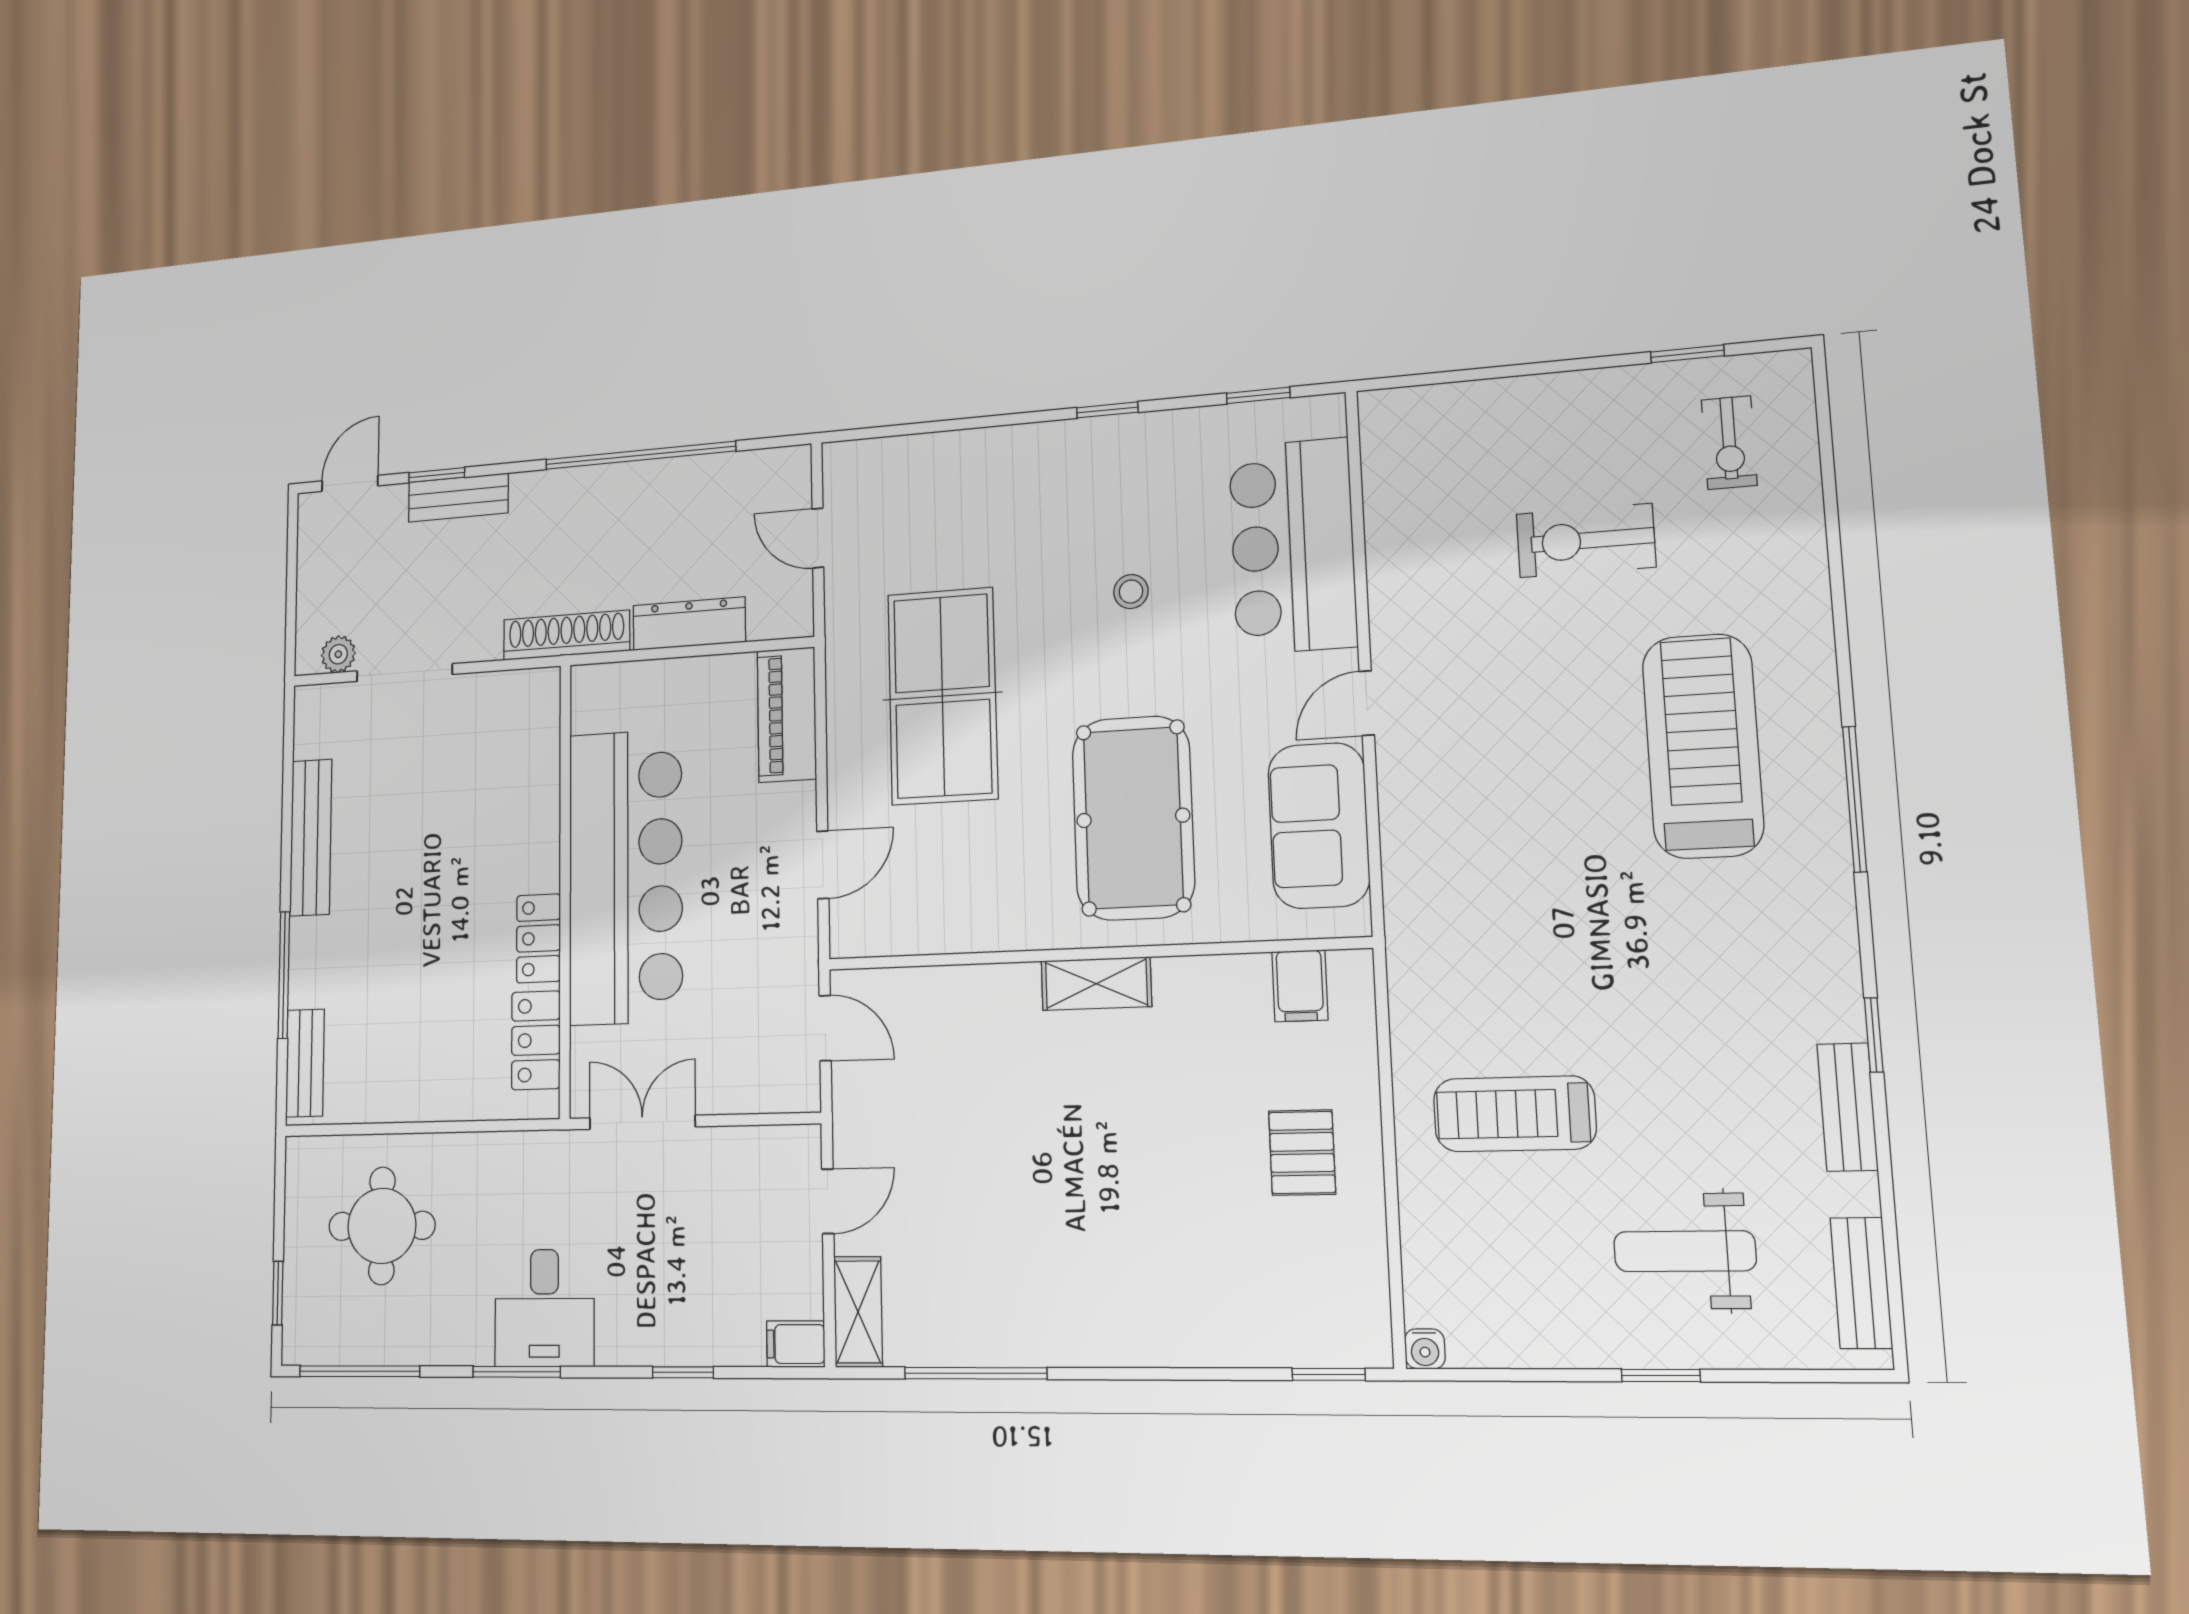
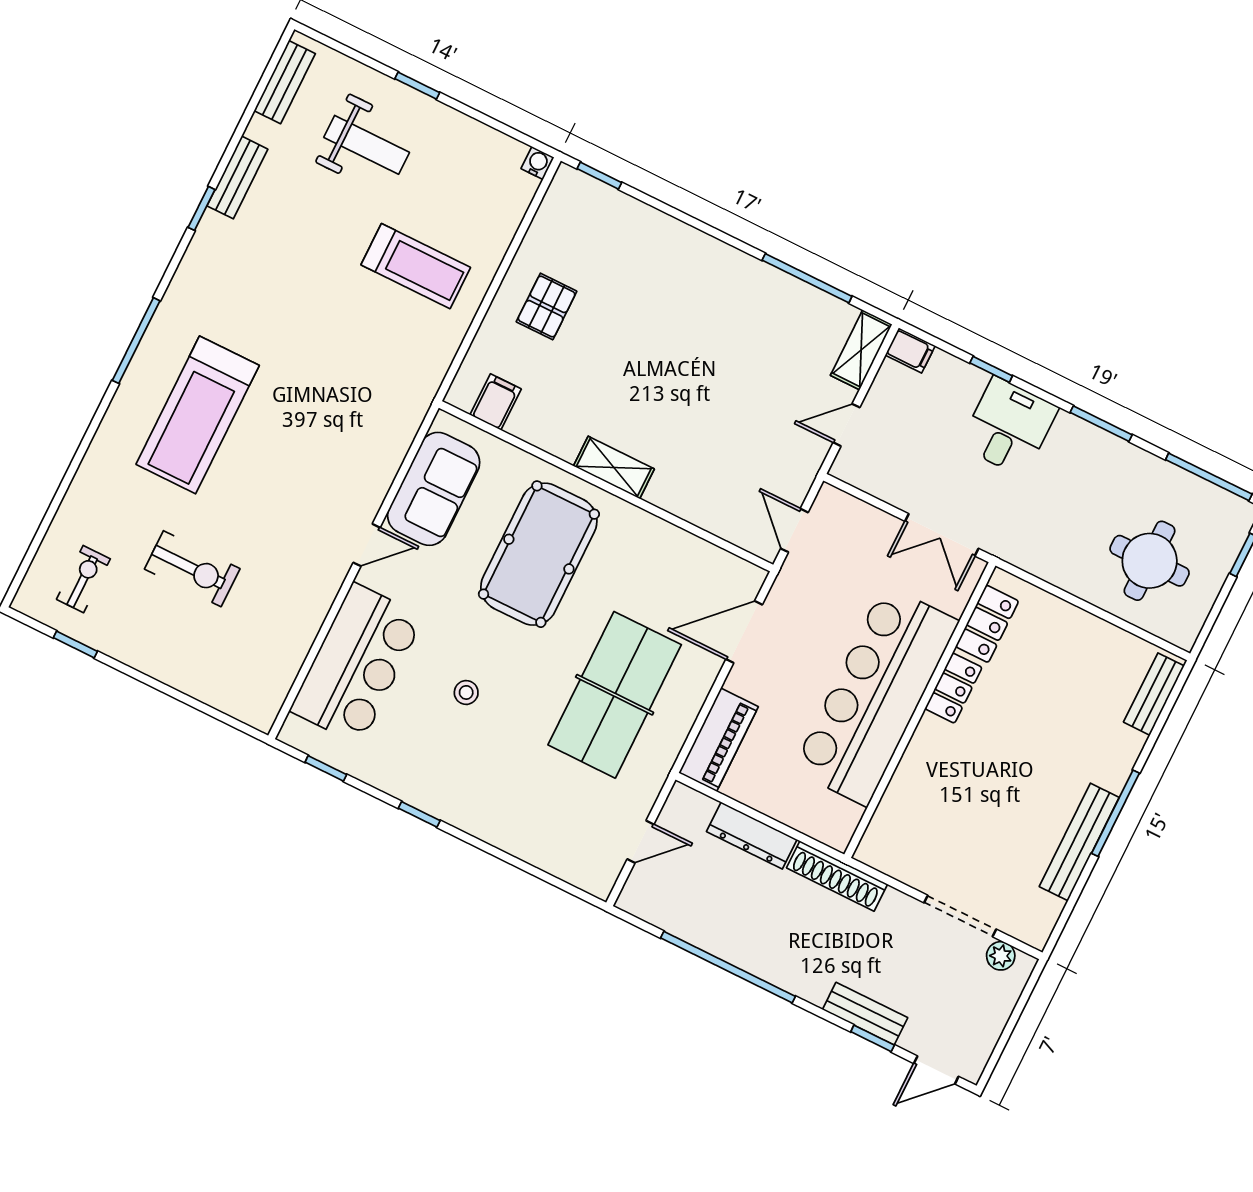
door: (818, 538) -> (640, 842), hinge flipped
door: (823, 865) -> (744, 632), width x1.38
window: (284, 975) -> (1115, 813), moved
desk: (544, 1308) -> (1009, 427), moved

